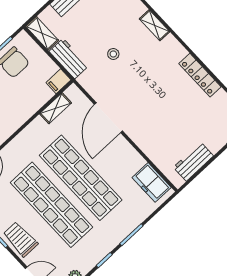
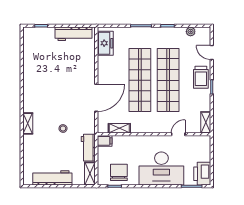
locker: (200, 75) -> (28, 76), removed
workbench: (193, 162) -> (73, 34), width x1.38

